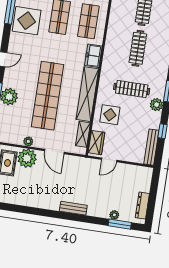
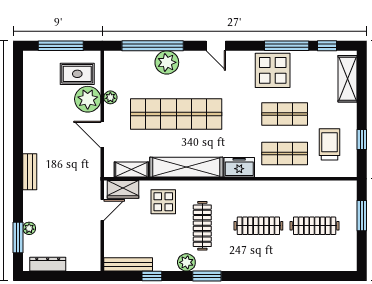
door: (54, 151) -> (102, 135), hinge flipped
door: (109, 160) -> (102, 210), swing flipped

